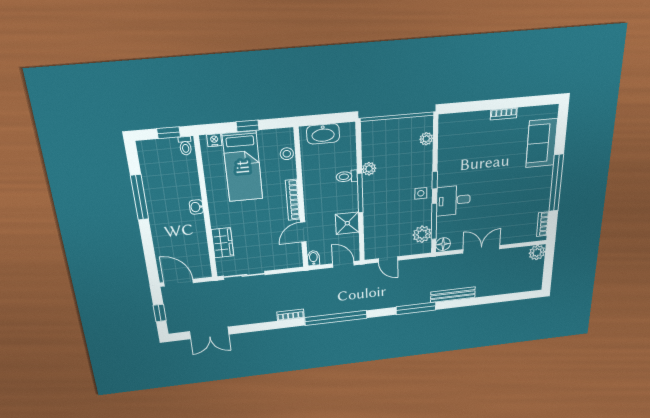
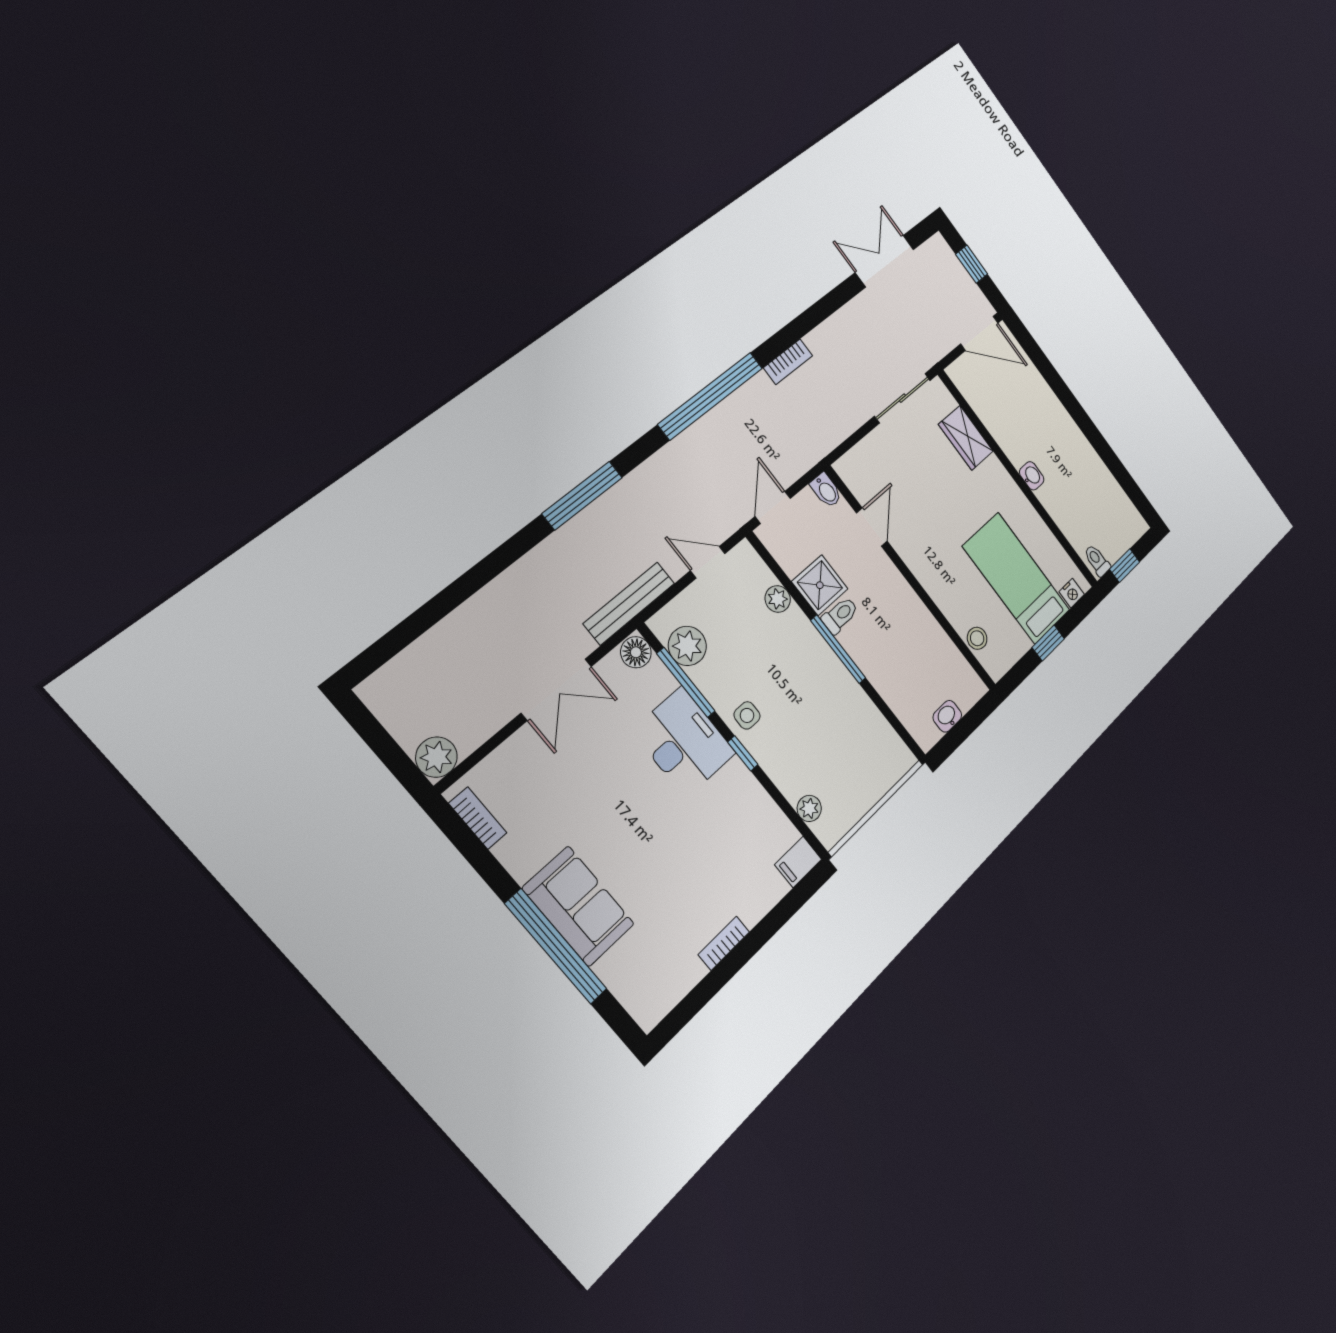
filing cabinet: (449, 121) -> (798, 862), added
washbasin: (323, 134) -> (947, 716), width x0.52, depth x0.69
sofa: (542, 143) -> (578, 906), moved
plant: (369, 169) -> (778, 599), moved
toilet: (347, 176) -> (840, 615), moved
window: (556, 183) -> (556, 946), moved
window: (140, 197) -> (1102, 447), removed
bookcase: (293, 200) -> (922, 571), removed
desk: (453, 200) -> (684, 742), width x1.37
door: (343, 264) -> (773, 507), swing flipped
bench: (453, 295) -> (629, 603), moved

